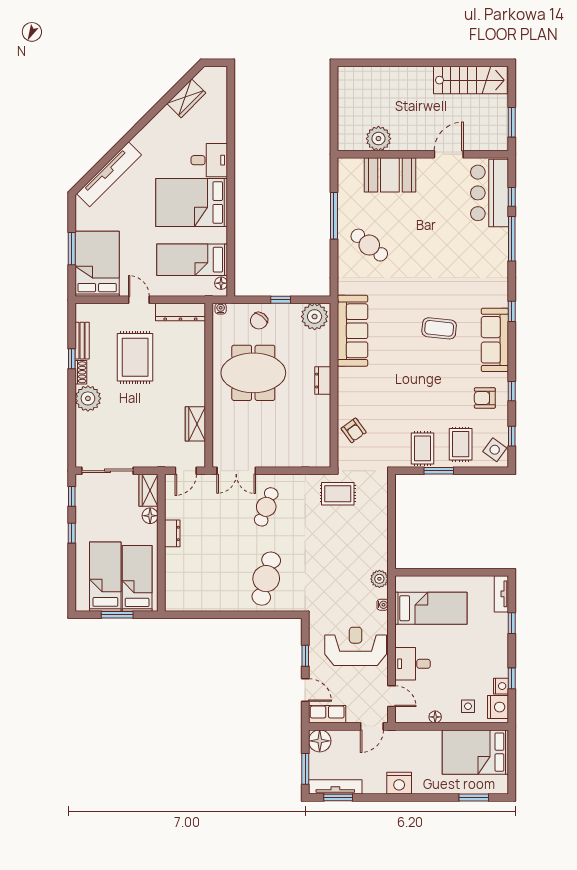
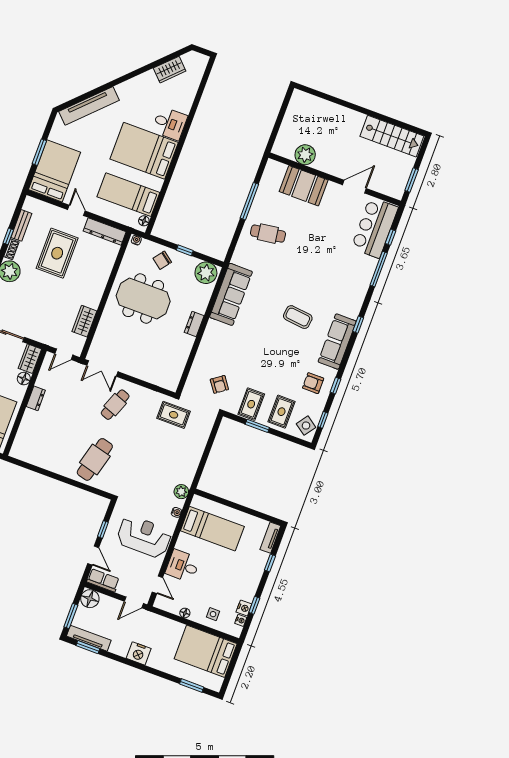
cafe table: (369, 245) -> (268, 234), turned -47
armchair: (354, 430) -> (219, 384), moved
nightstand: (498, 707) -> (241, 620), width x0.53, depth x0.56

